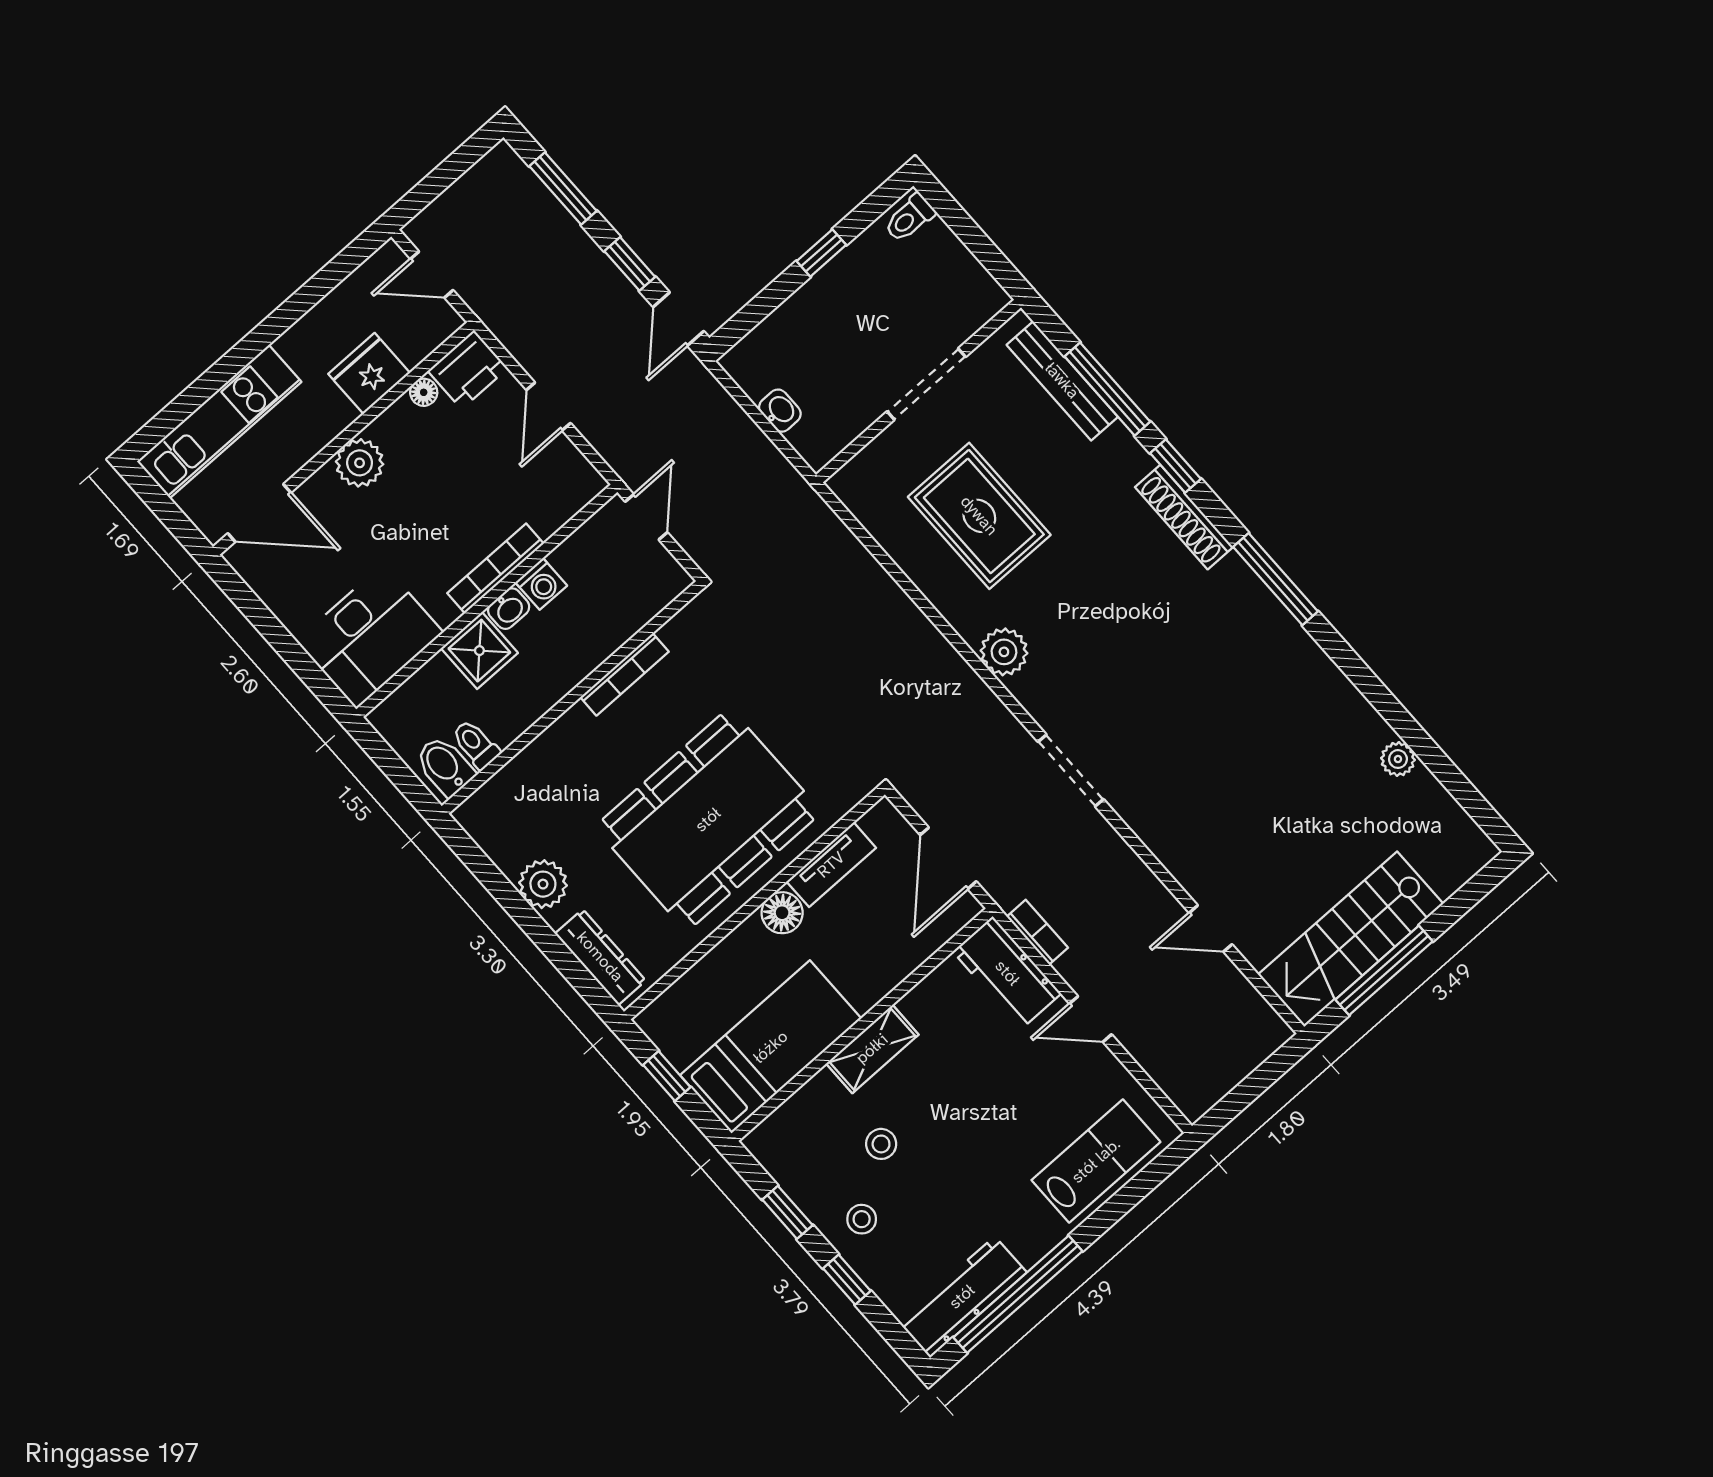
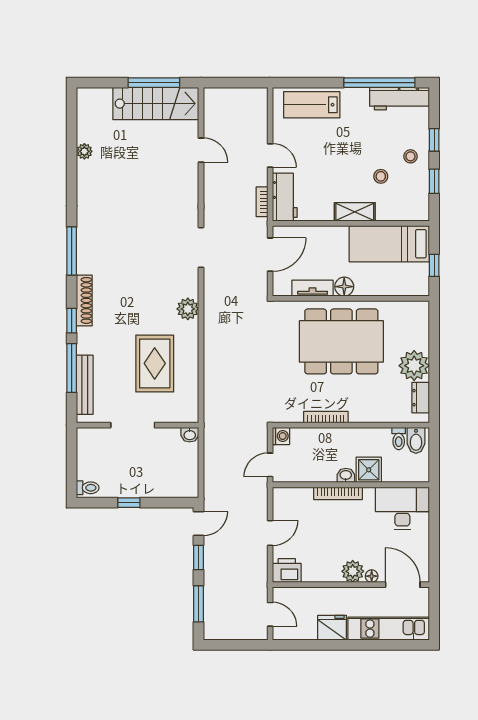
fridge: (369, 373) -> (332, 628), moved, turned 180
floor lamp: (424, 392) -> (372, 576), moved
washbasin: (780, 411) -> (190, 435), moved, turned -90
washing machine: (541, 584) -> (281, 436), moved, turned 90
plant: (543, 884) -> (414, 366), width x1.36, depth x1.36
dresser: (600, 957) -> (421, 398), moved, width x0.70

